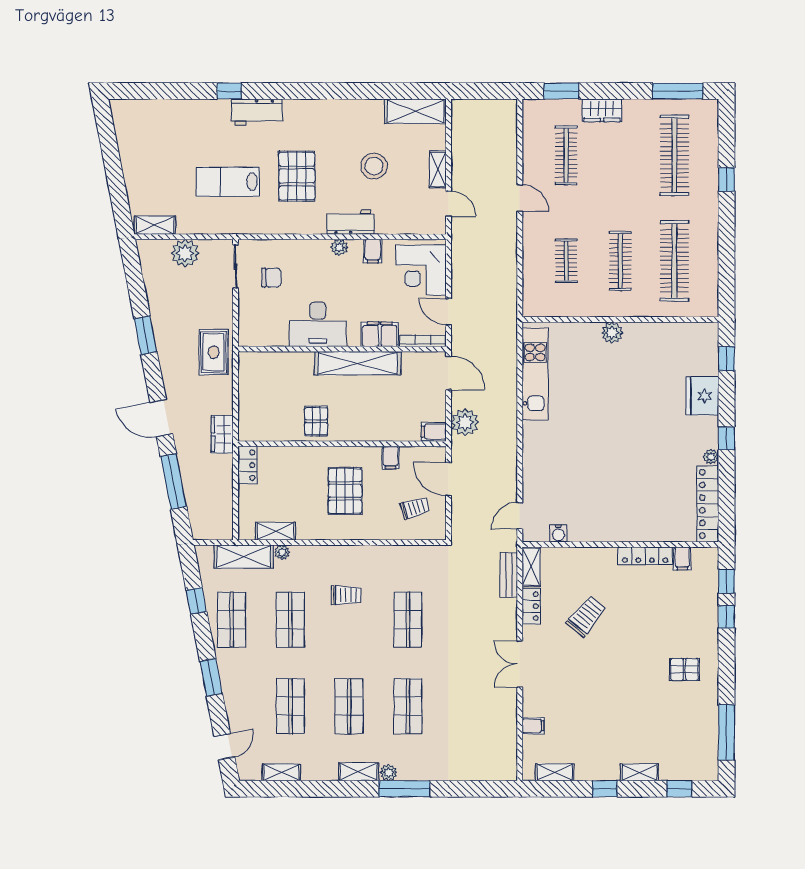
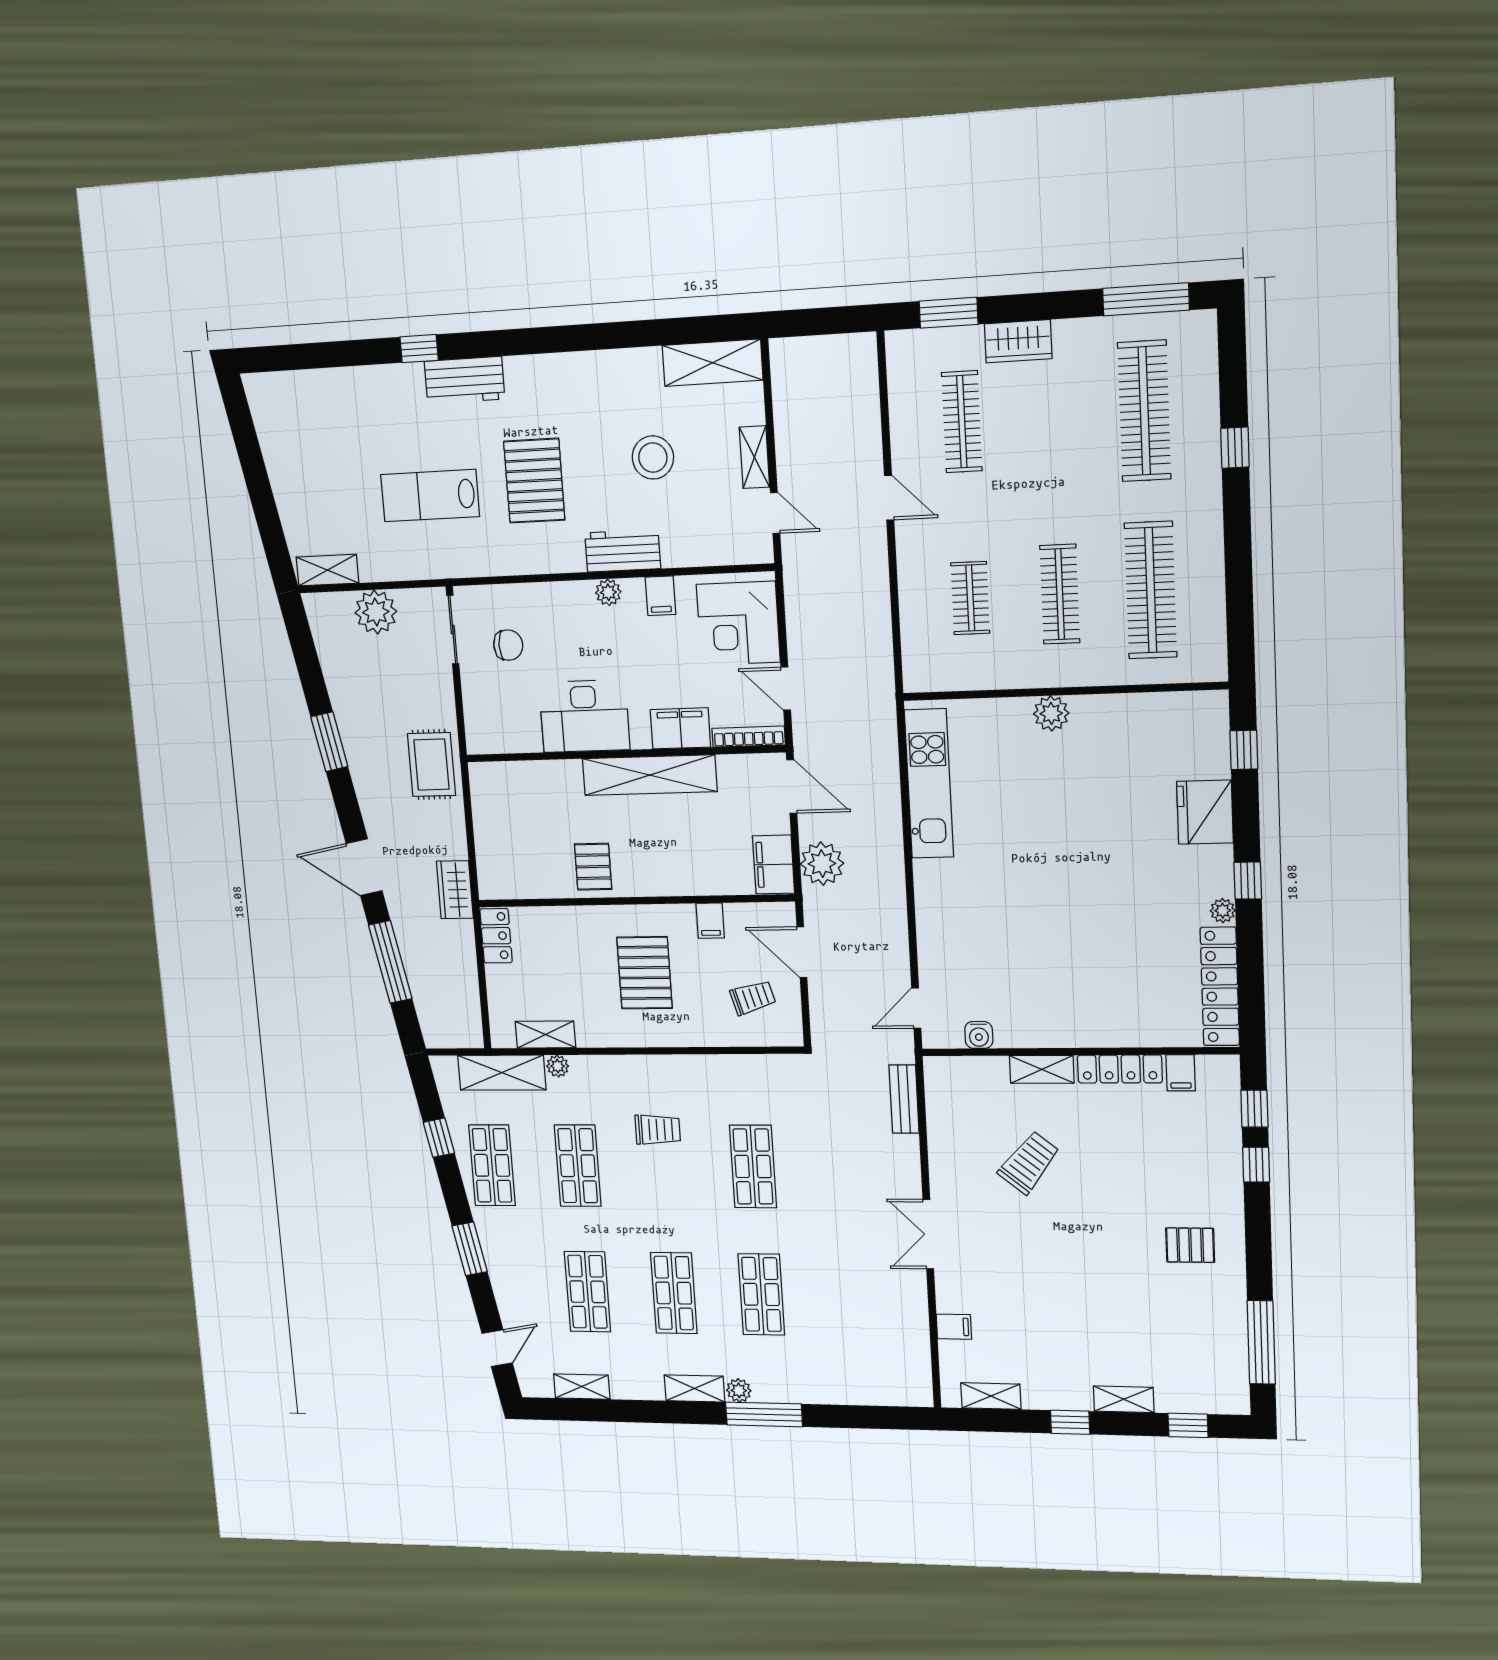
filing cabinet: (434, 432) -> (774, 865), width x2.00
shelving: (531, 567) -> (1042, 1069), moved, turned 90
locker: (531, 606) -> (942, 1147), removed

